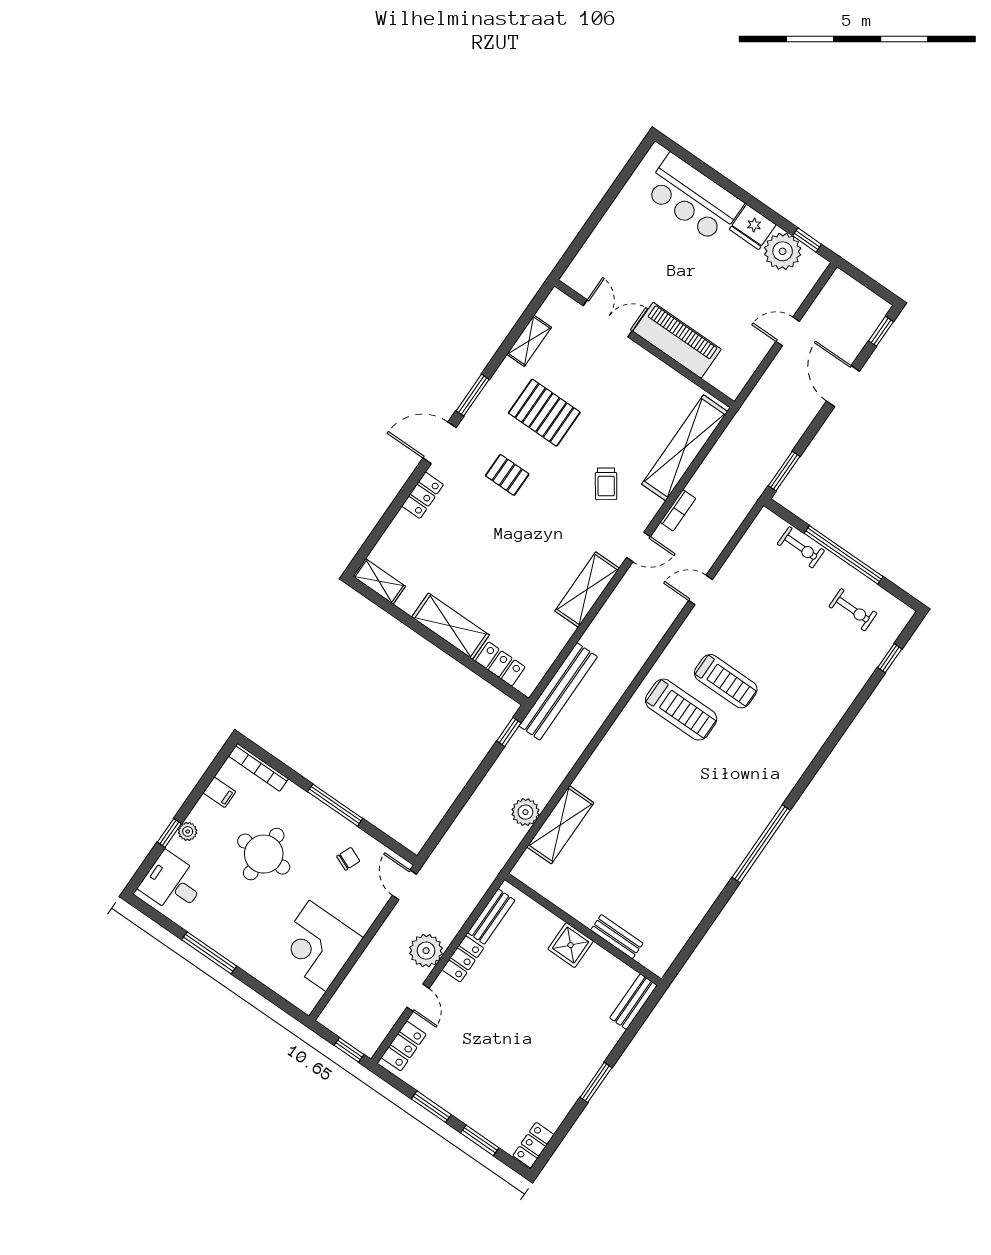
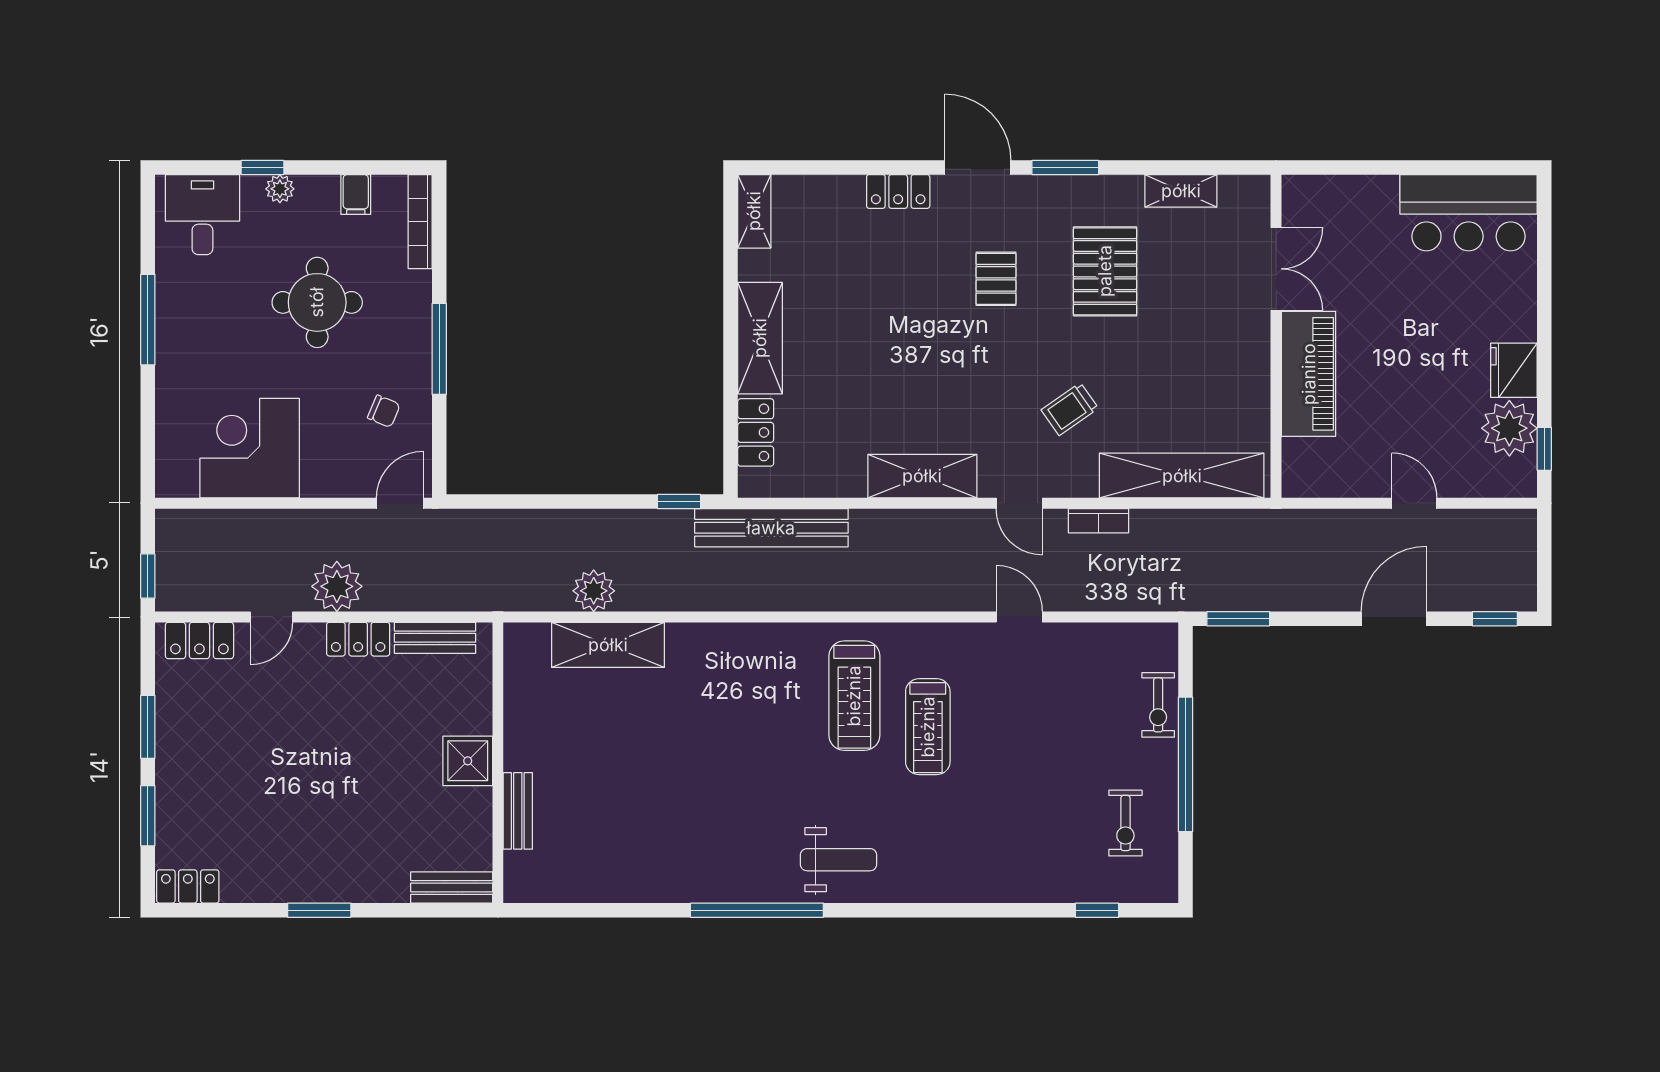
bar counter: (693, 198) -> (1469, 213), moved, turned -90
weight bench: (765, 780) -> (839, 860), added

